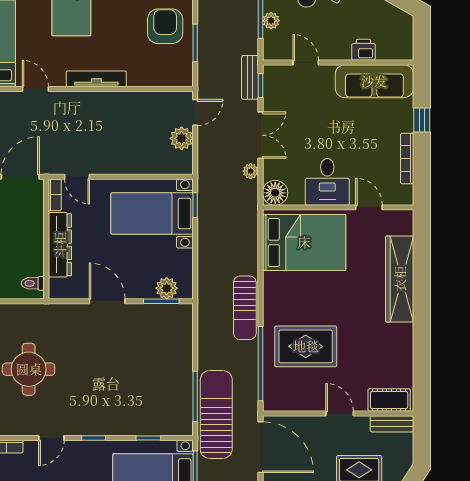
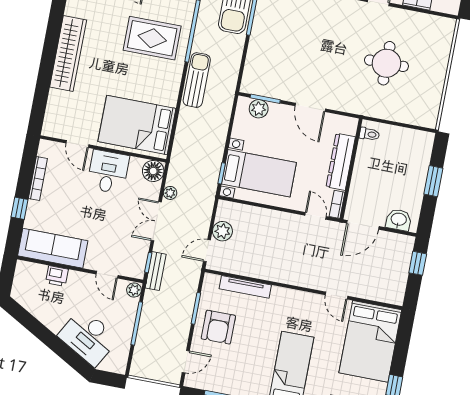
plant: (271, 21) -> (134, 290), moved
tv unit: (96, 79) -> (245, 287), moved
wardrobe: (400, 279) -> (68, 53), moved

